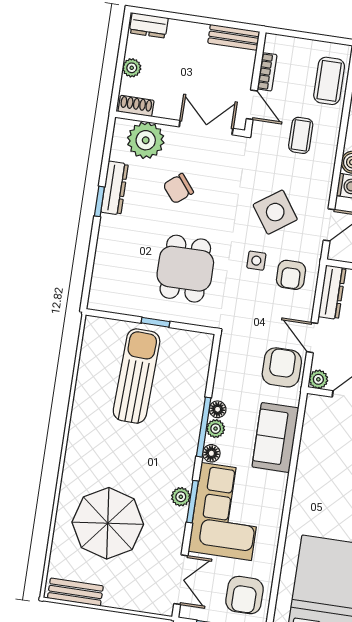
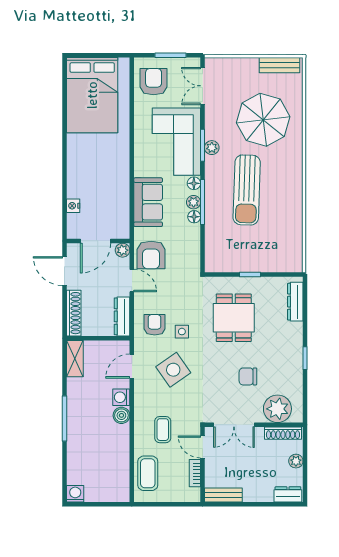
shoe rack: (136, 106) -> (283, 433), width x1.43
dresser: (115, 188) -> (295, 302), moved
chair: (178, 189) -> (248, 376), turned -141
sun lounger: (137, 376) -> (247, 190), moved

